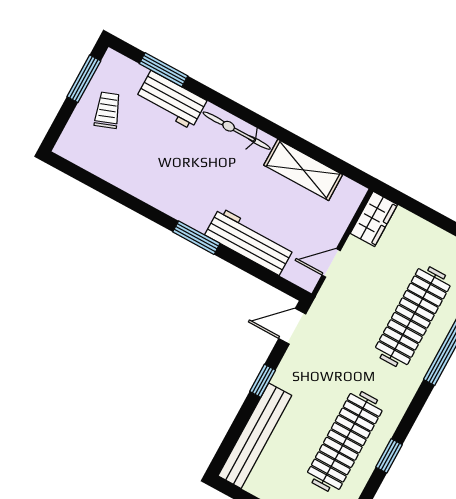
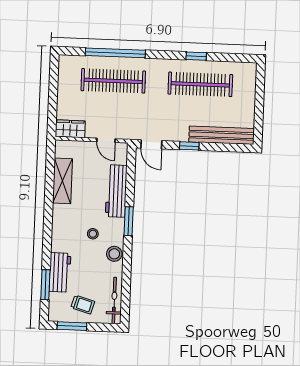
trolley: (108, 110) -> (83, 305), turned -144
bicycle: (237, 131) -> (114, 300), moved, turned 180
stool: (204, 176) -> (93, 234), added
stool: (159, 193) -> (114, 254), added

